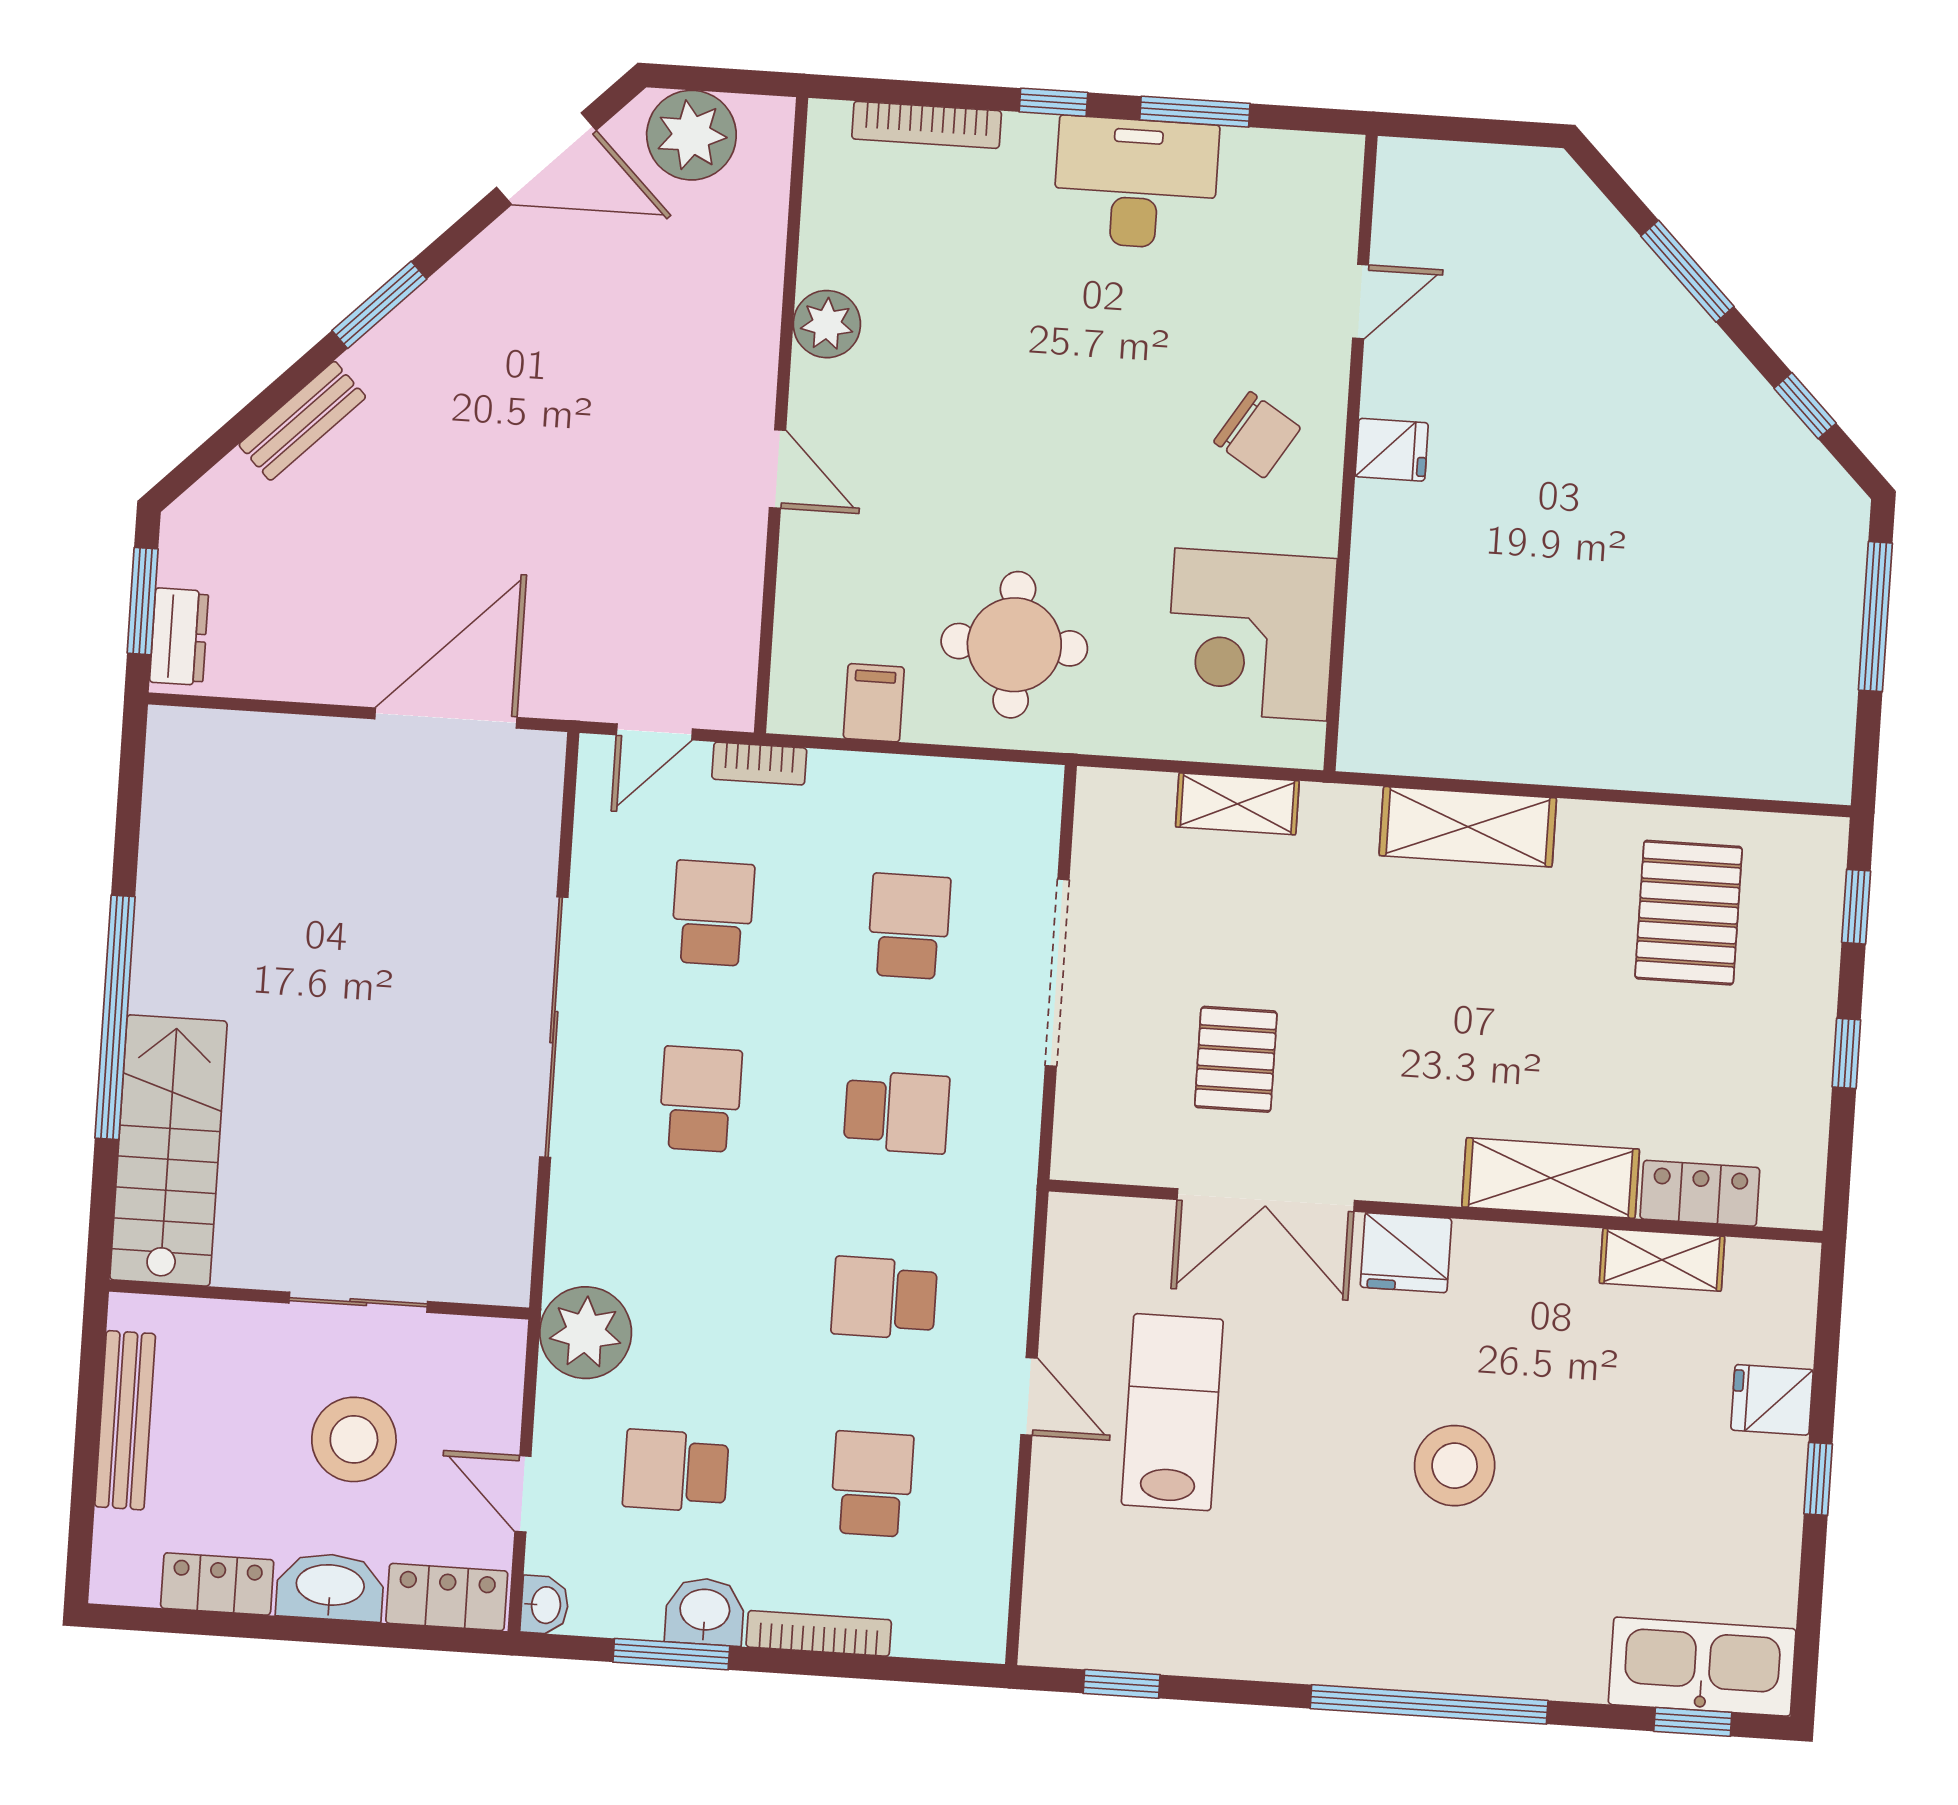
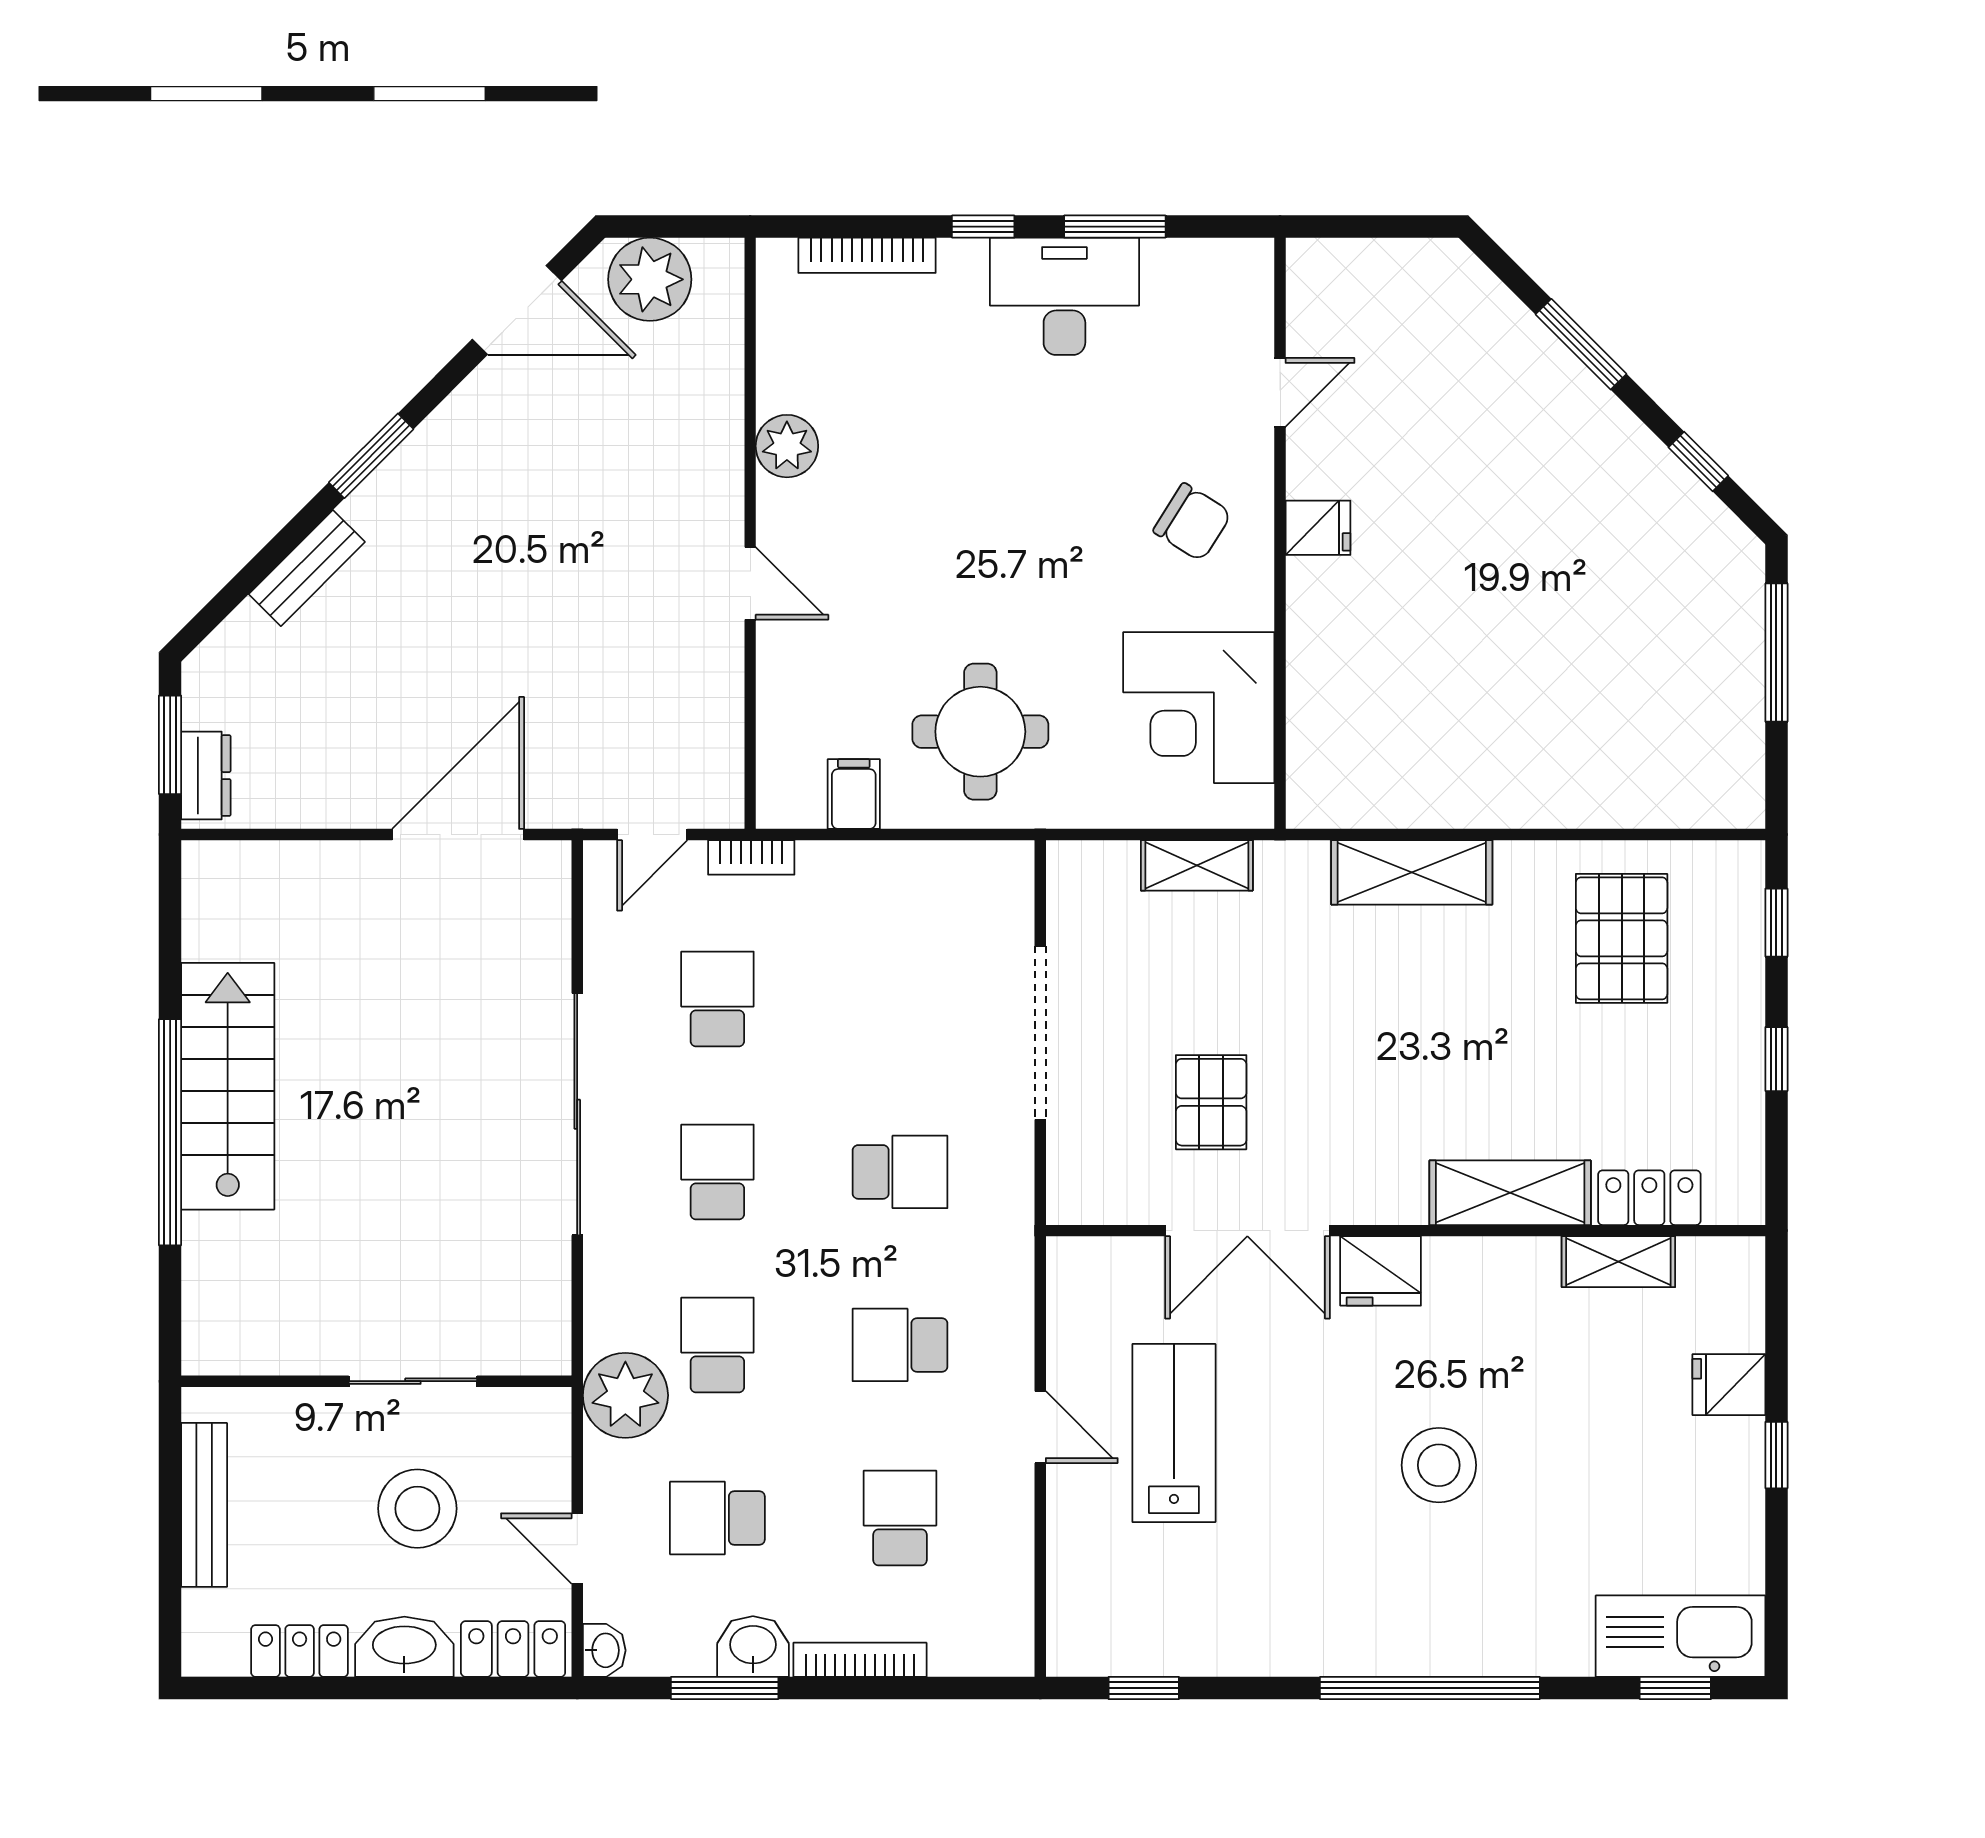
school desk: (909, 926) -> (717, 1345), moved
stairs: (168, 1150) -> (228, 1086), moved

